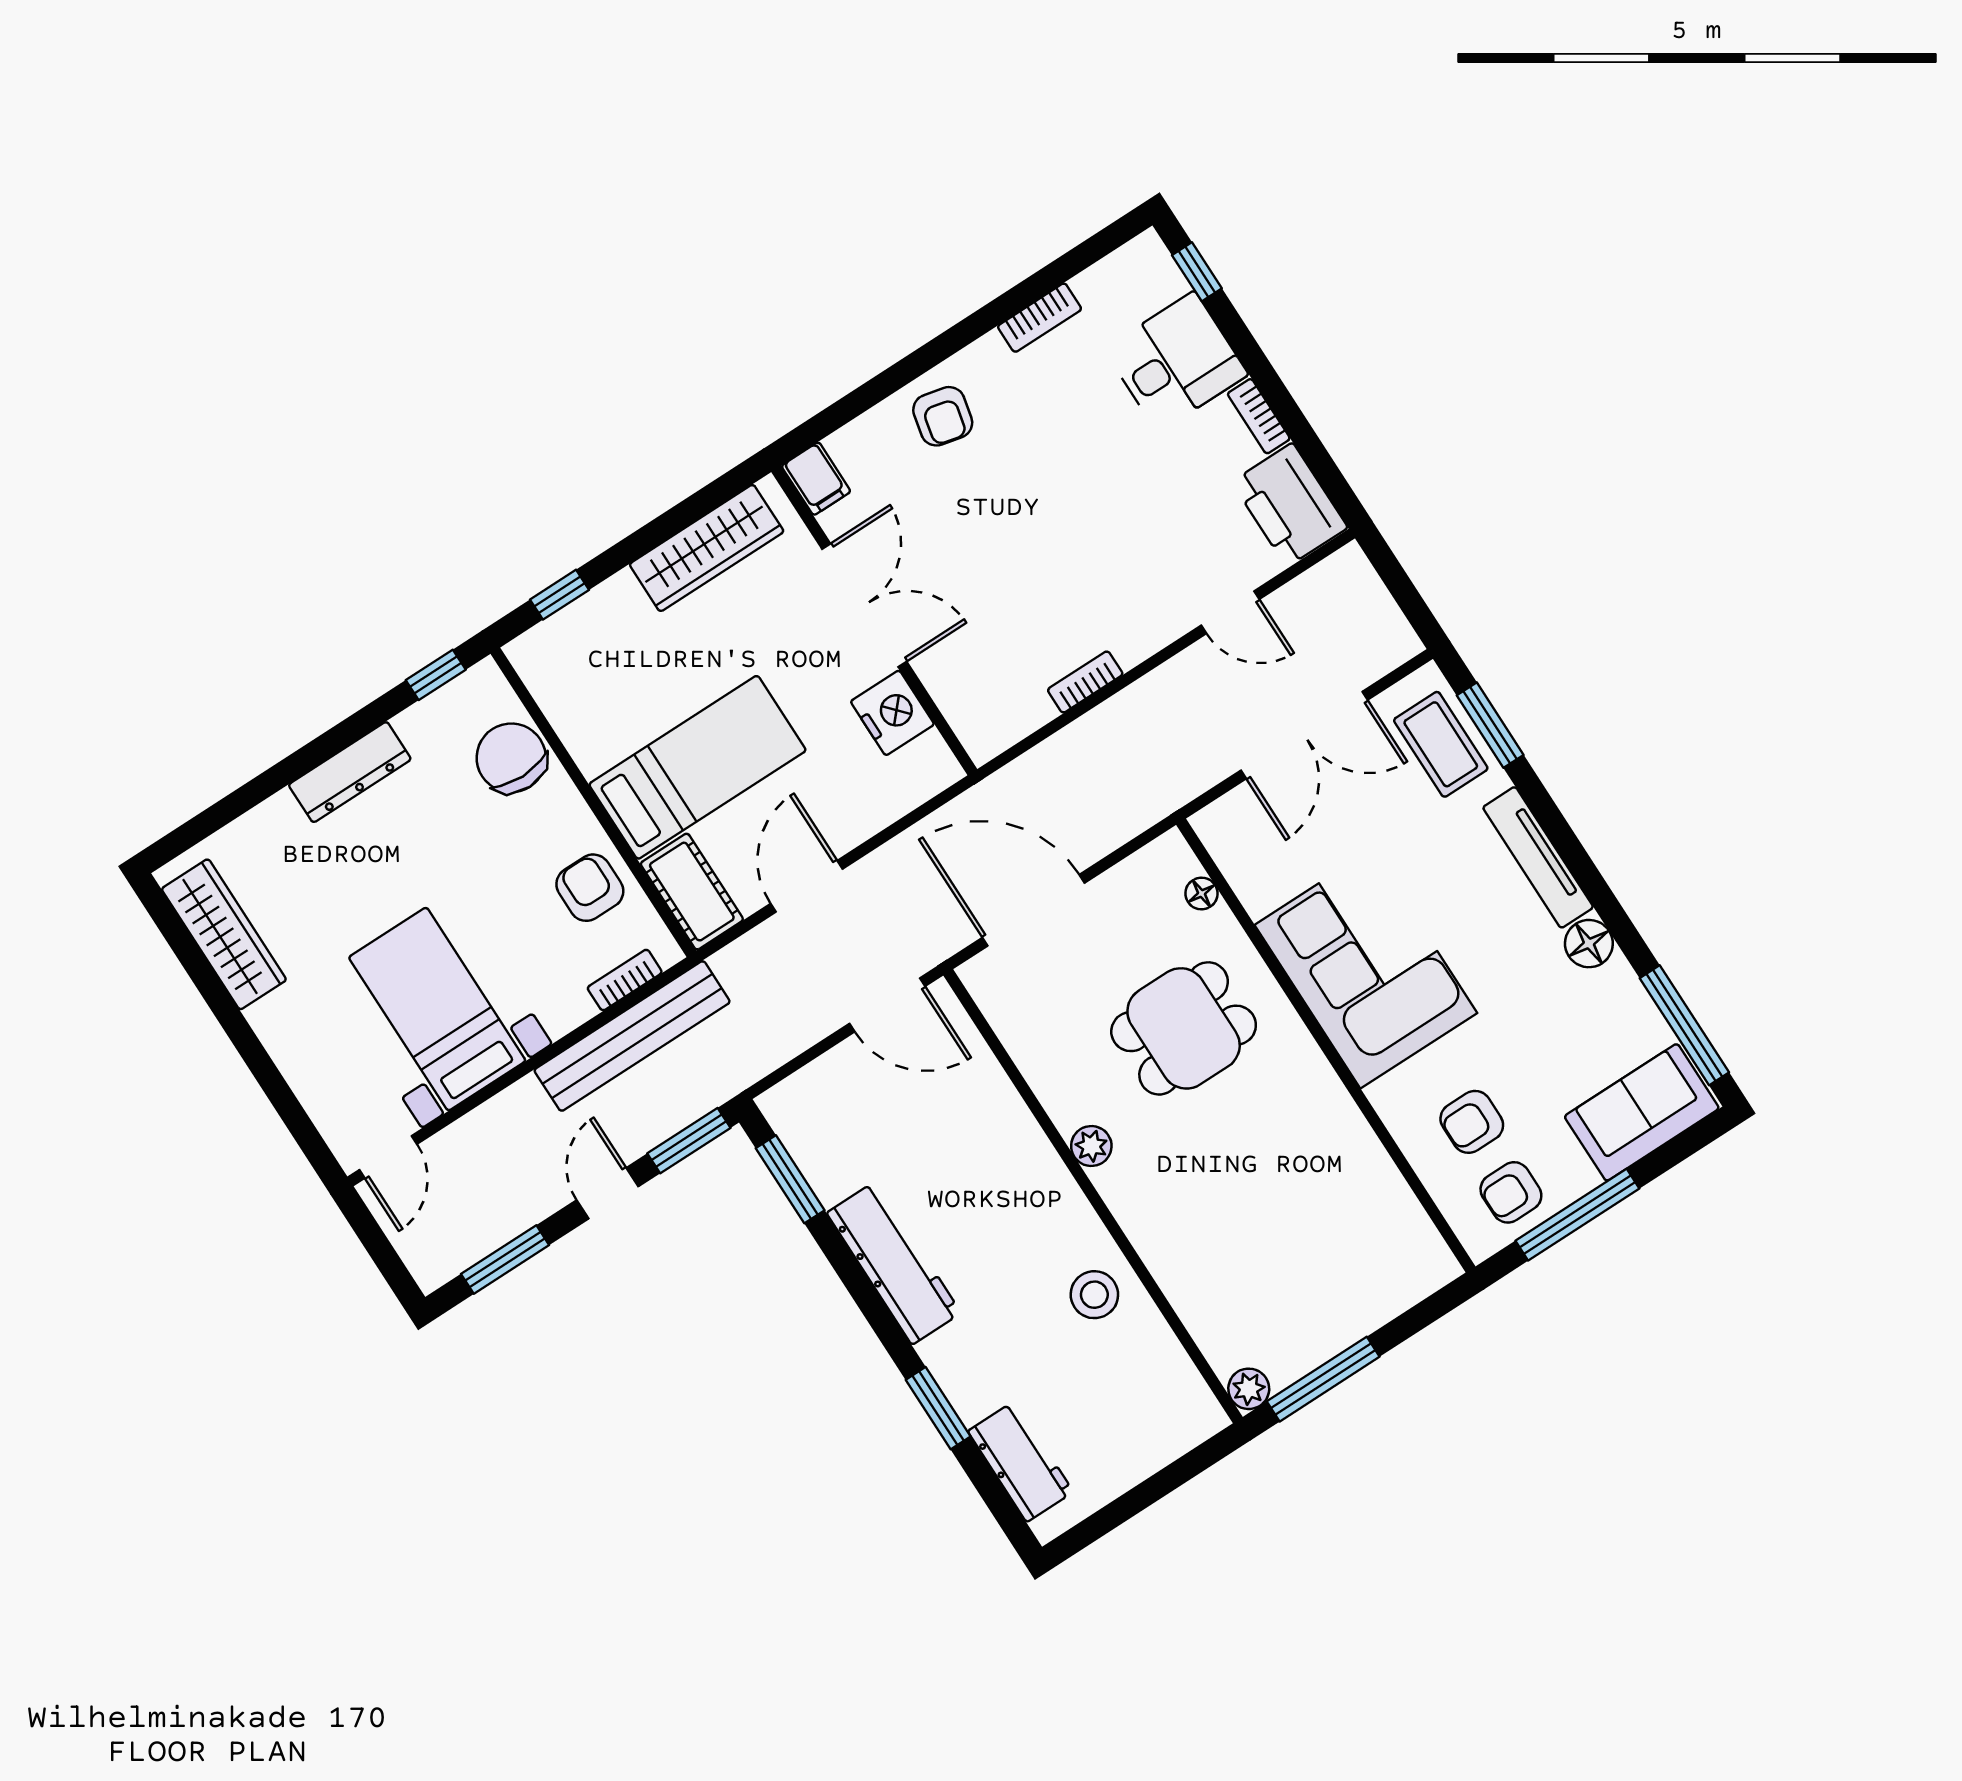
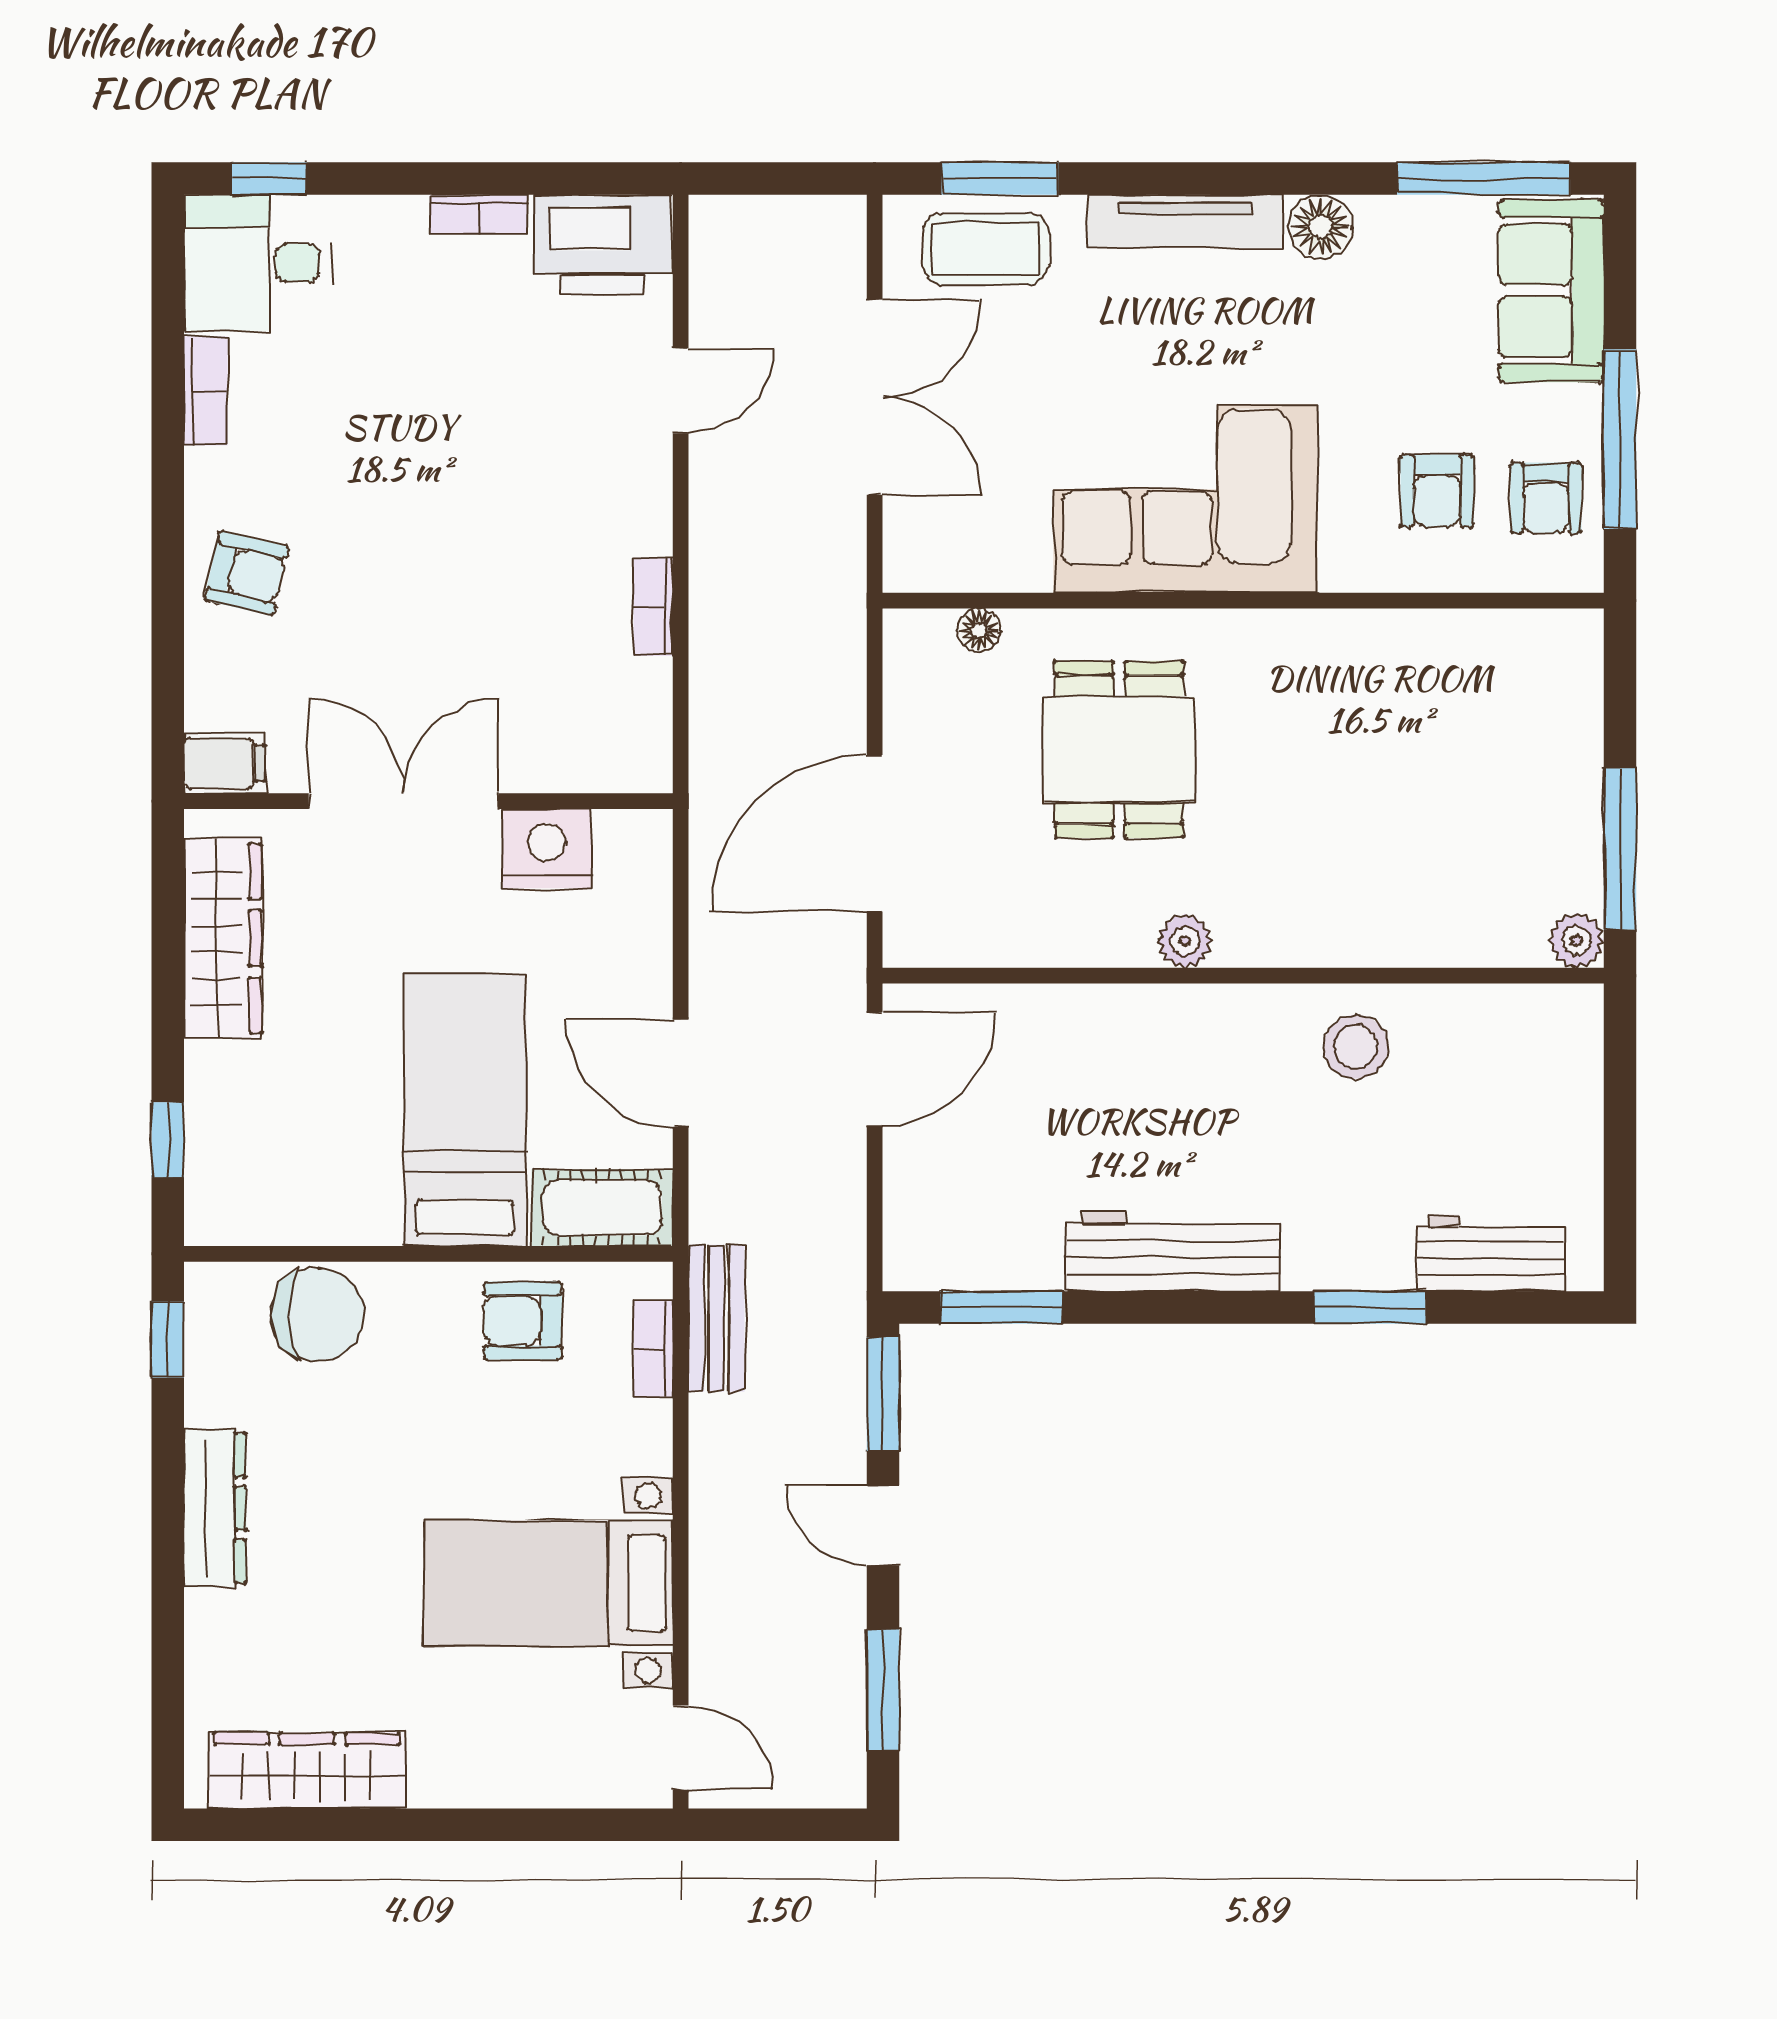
desk: (1176, 362) -> (258, 263), moved, turned -90
chair: (511, 758) -> (318, 1315), turned 180
bench: (632, 1036) -> (716, 1318), width x0.54, depth x0.82

